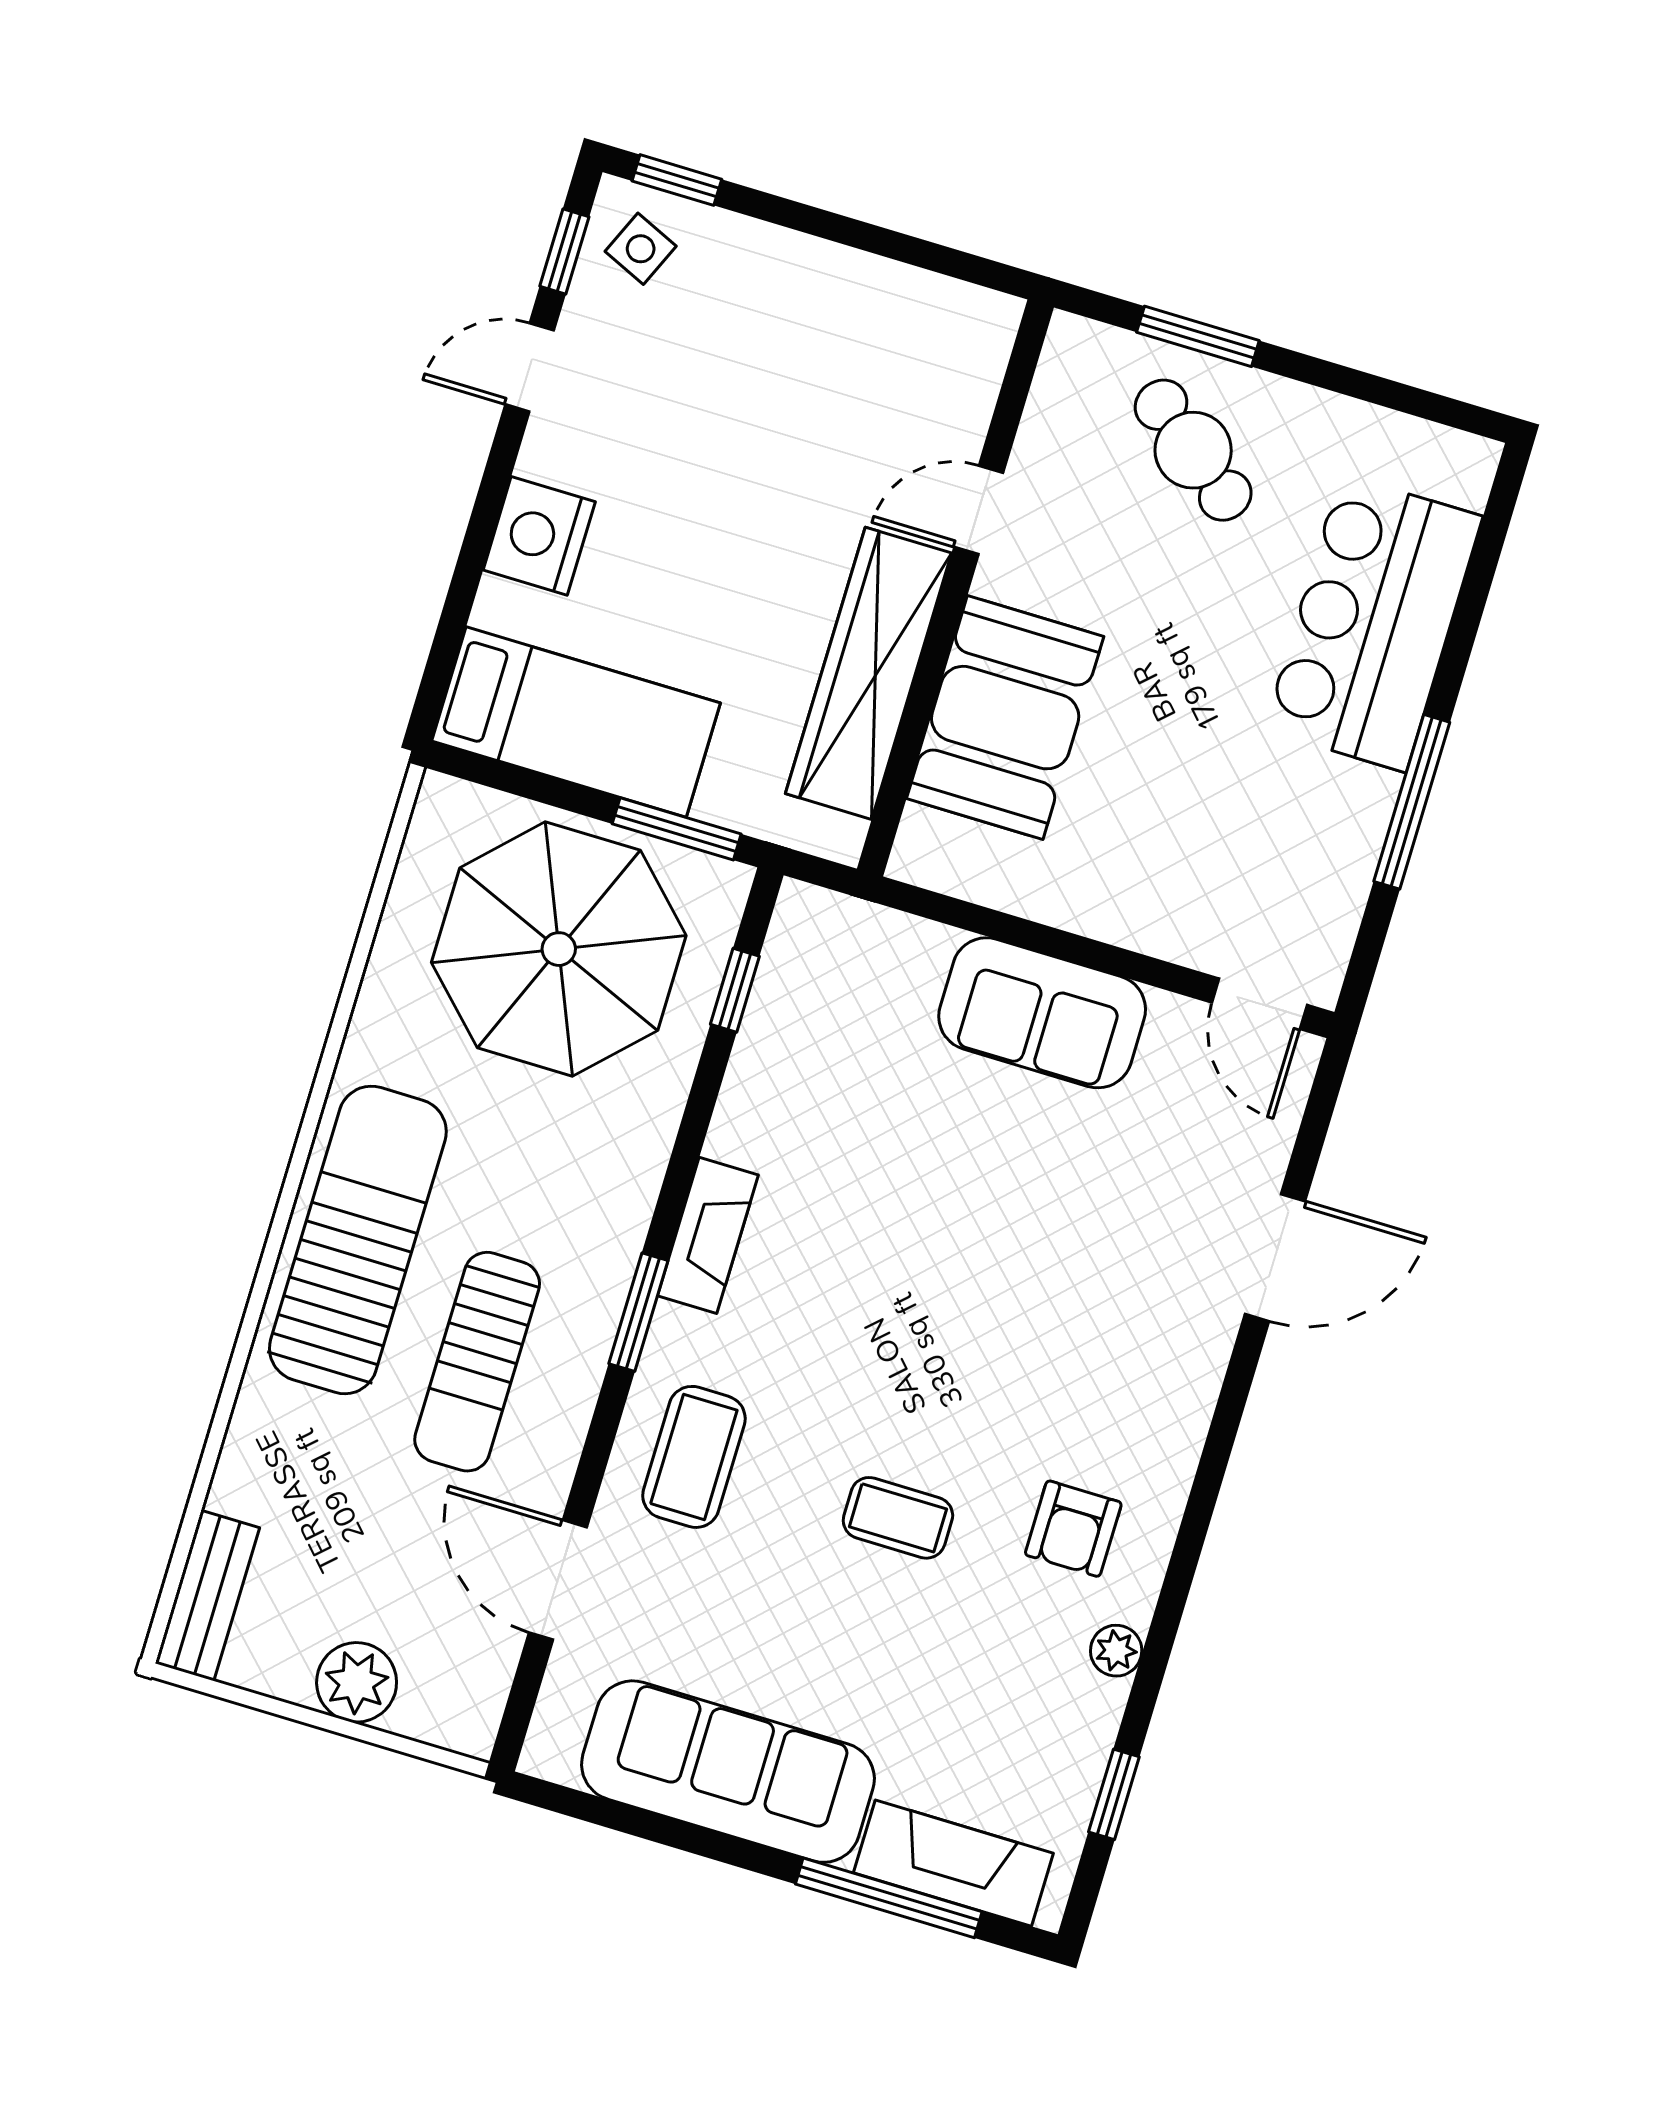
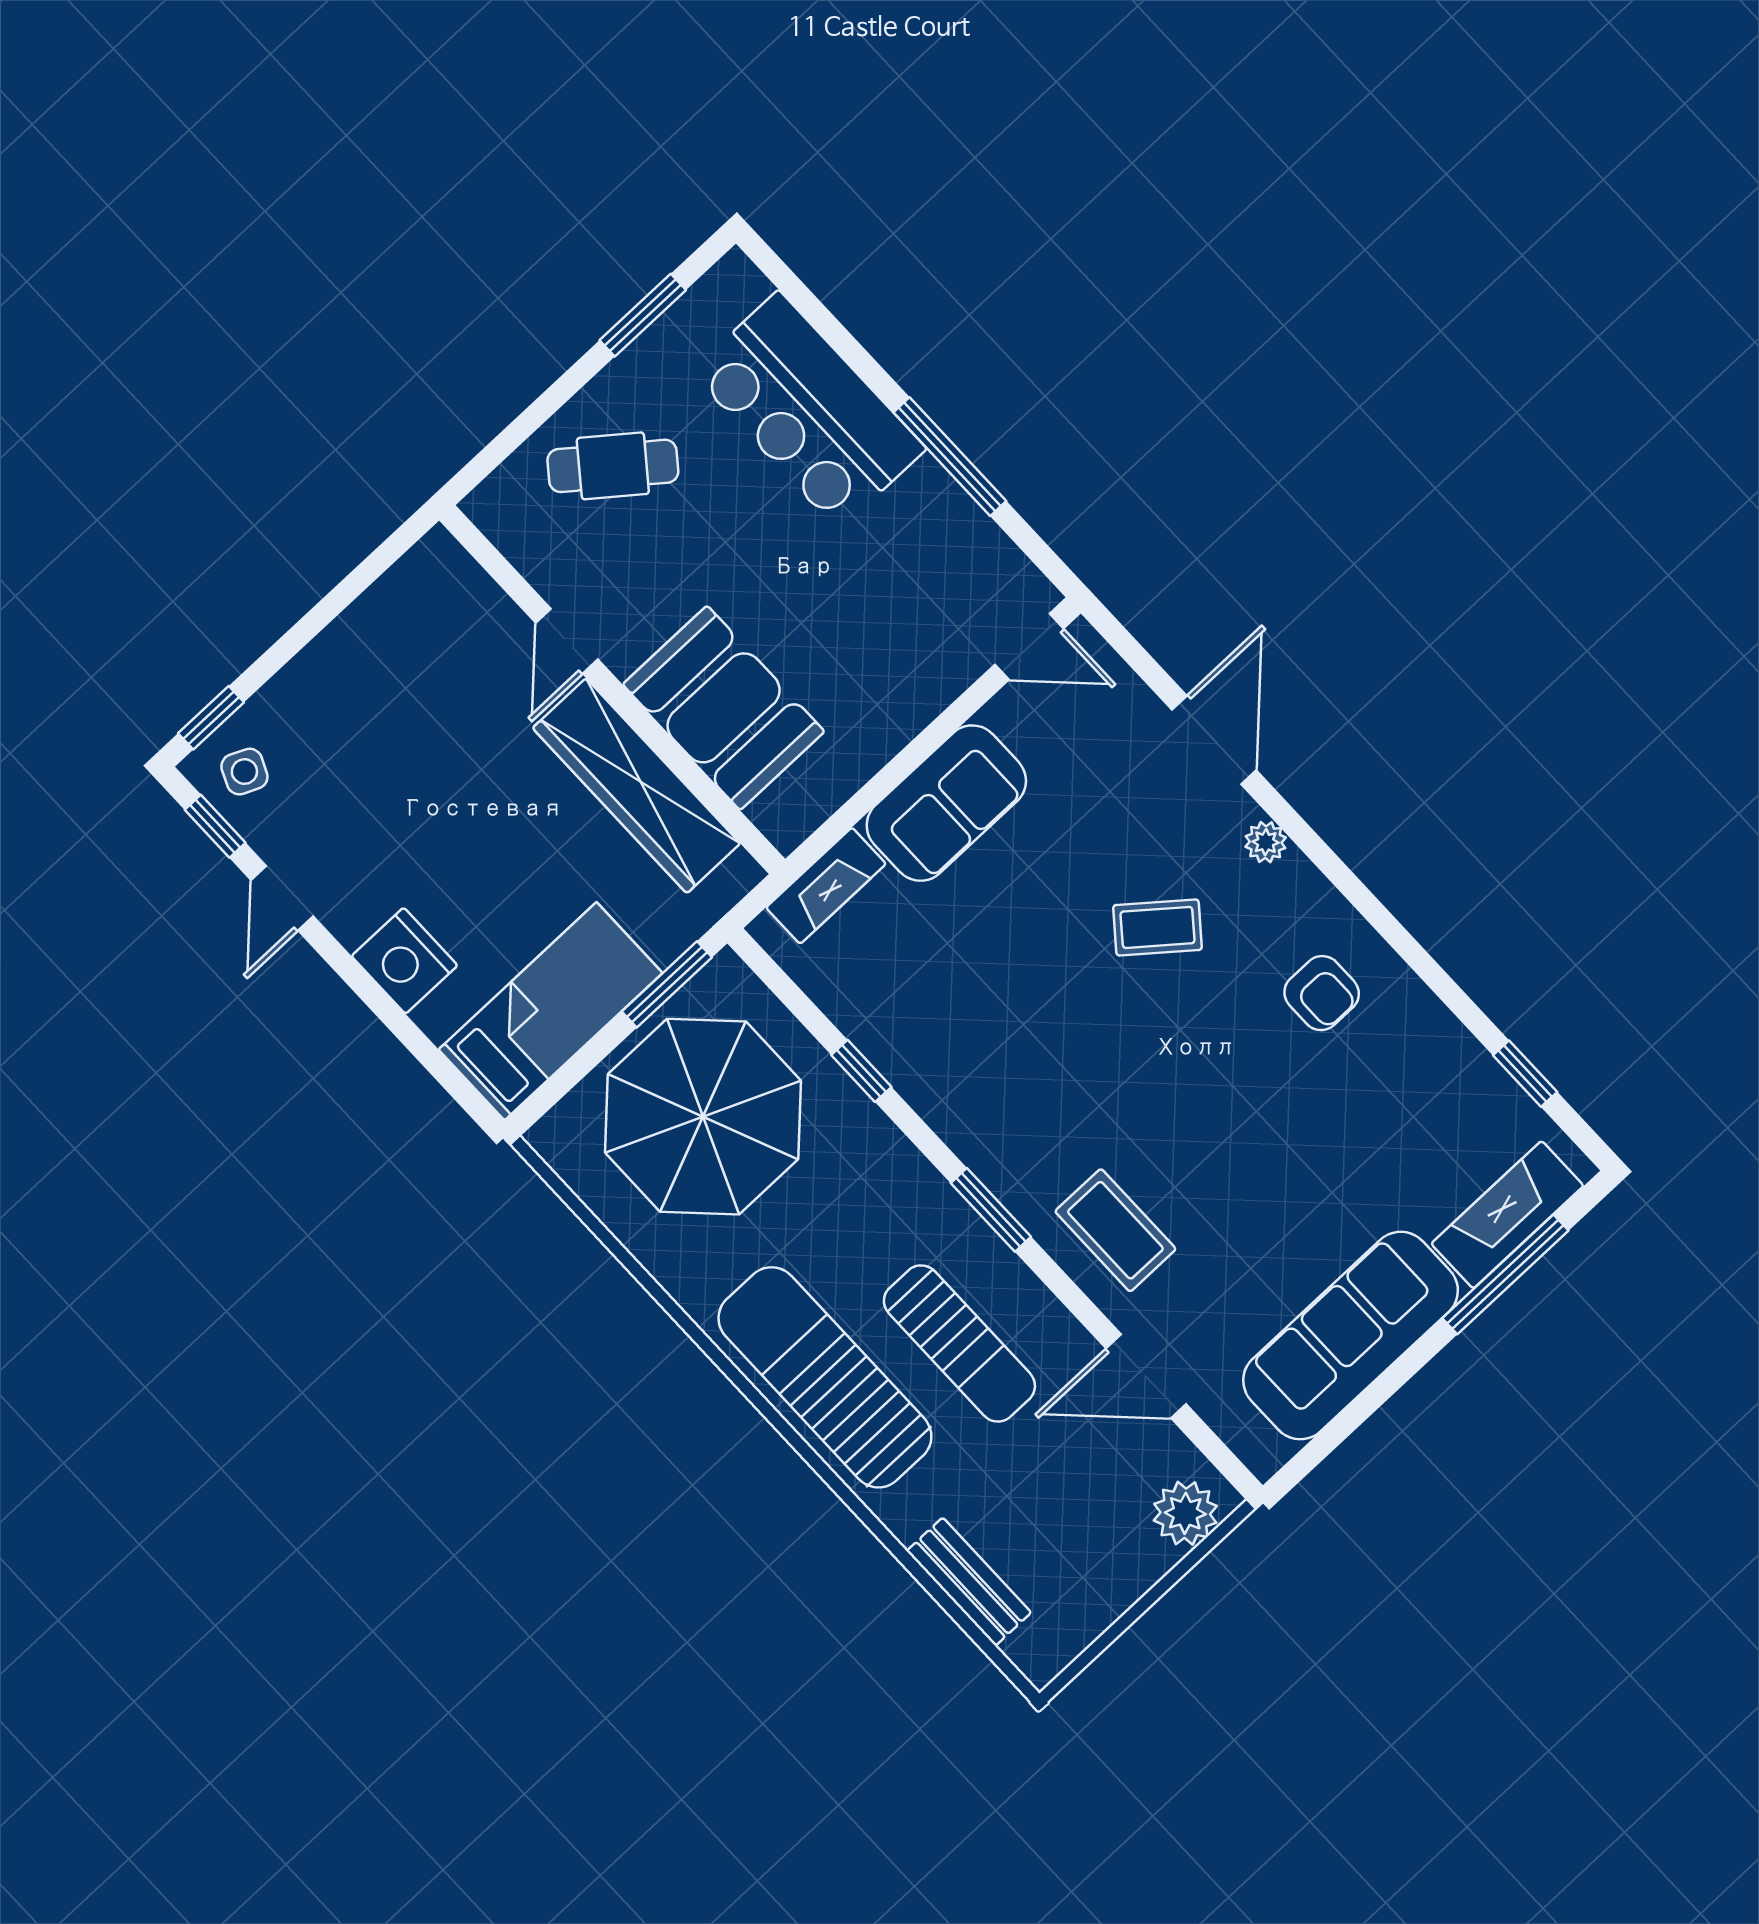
window: (1198, 336) -> (643, 315), moved
window: (735, 990) -> (861, 1071), moved
fireplace: (708, 1235) -> (826, 886), moved, turned 90
coffee table: (898, 1518) -> (1157, 927), moved, turned 39
bench: (207, 1596) -> (969, 1582), moved
plant: (1116, 1651) -> (1266, 842), moved
plant: (357, 1682) -> (1185, 1513), moved

